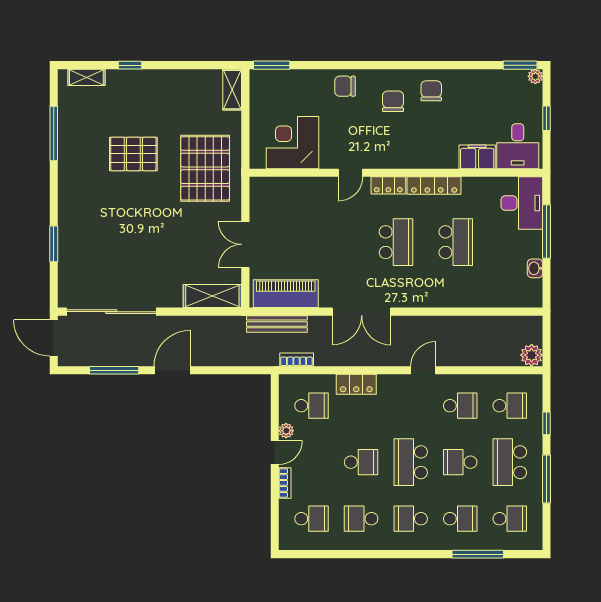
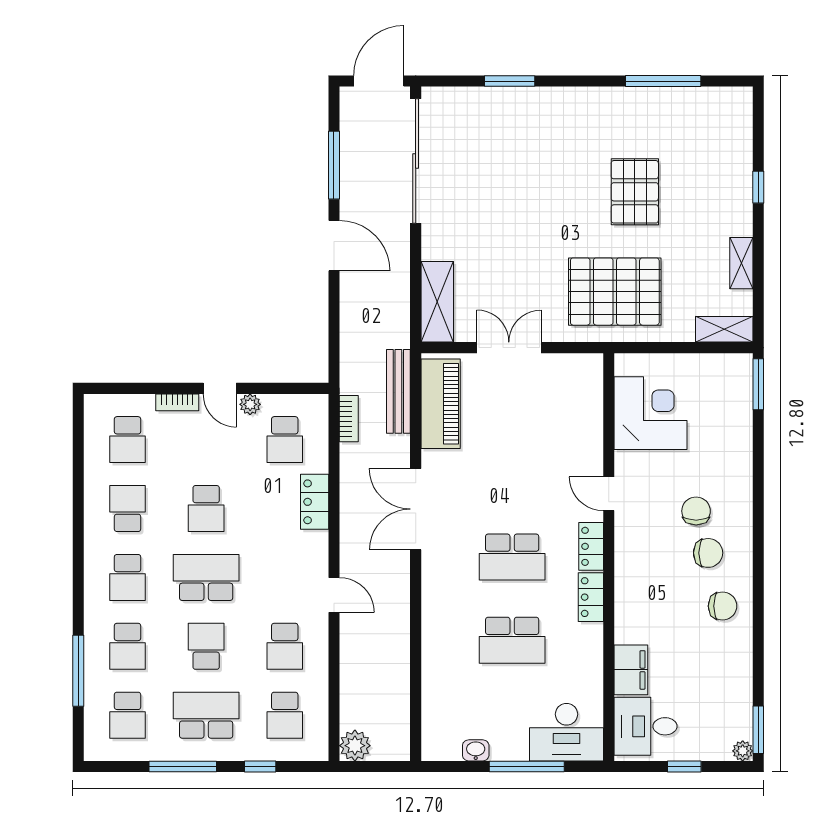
shelving: (86, 77) -> (741, 263), moved
chair: (345, 86) -> (696, 511), moved
locker: (434, 186) -> (591, 597), width x0.66
school desk: (411, 519) -> (128, 577), turned 180

